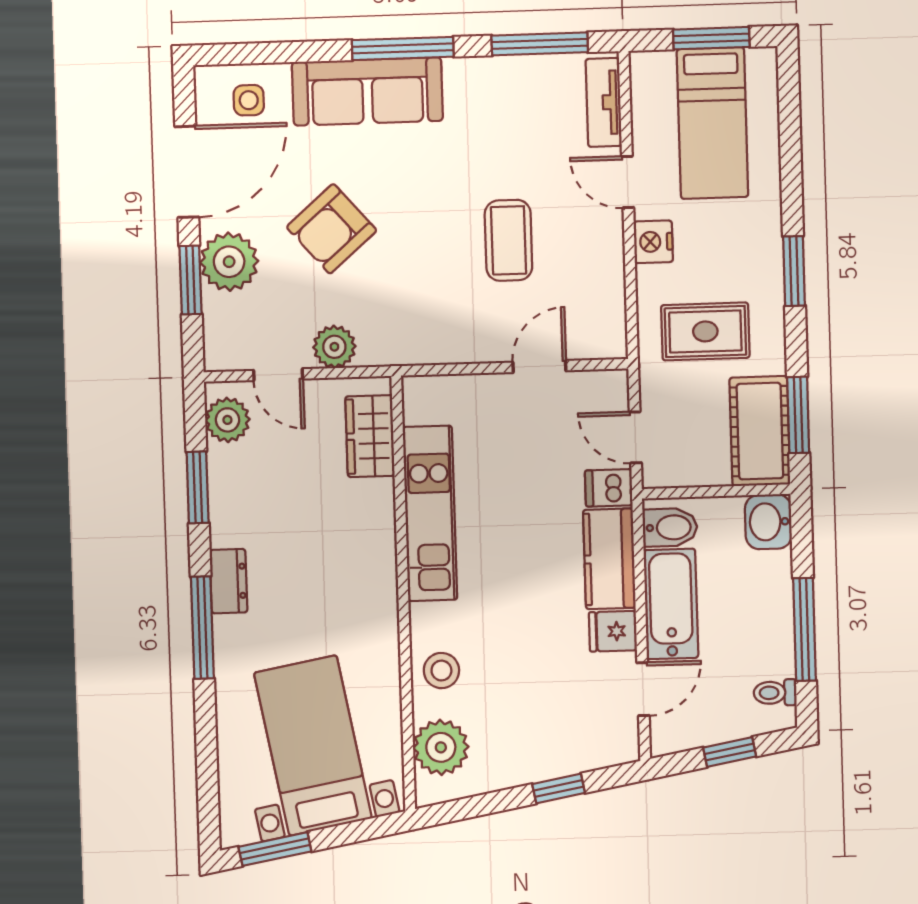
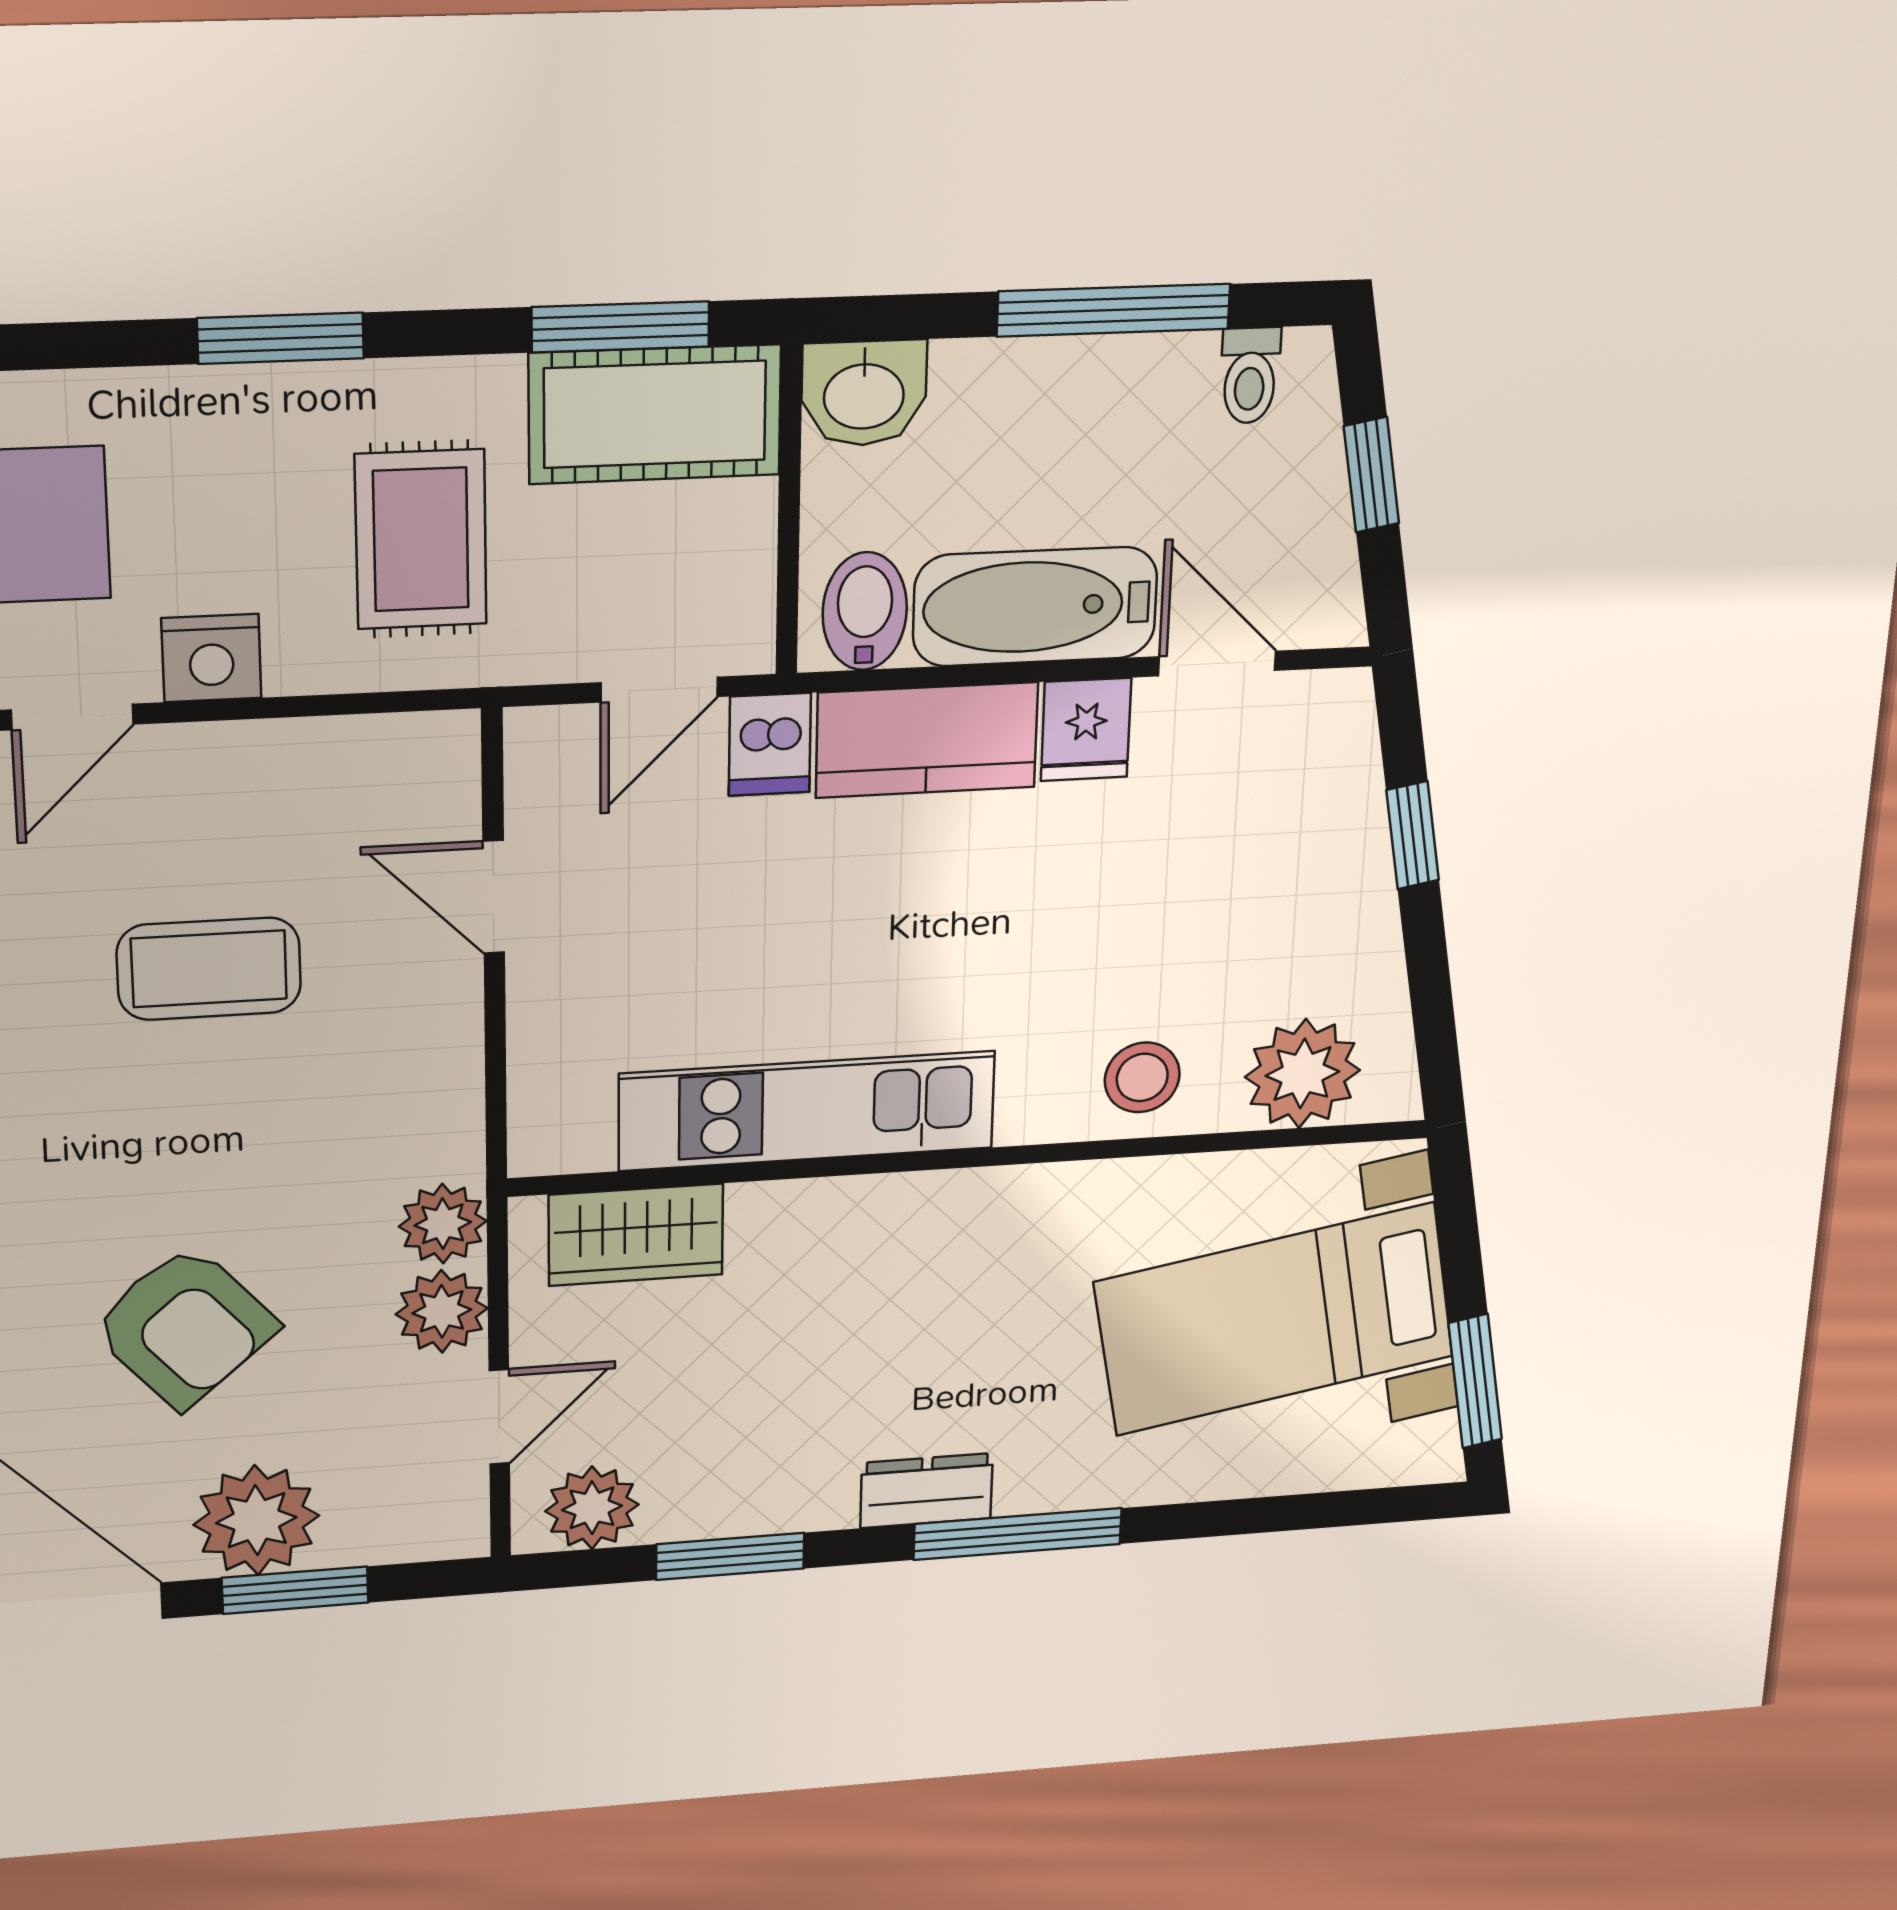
plant: (379, 347) -> (443, 1224), added

